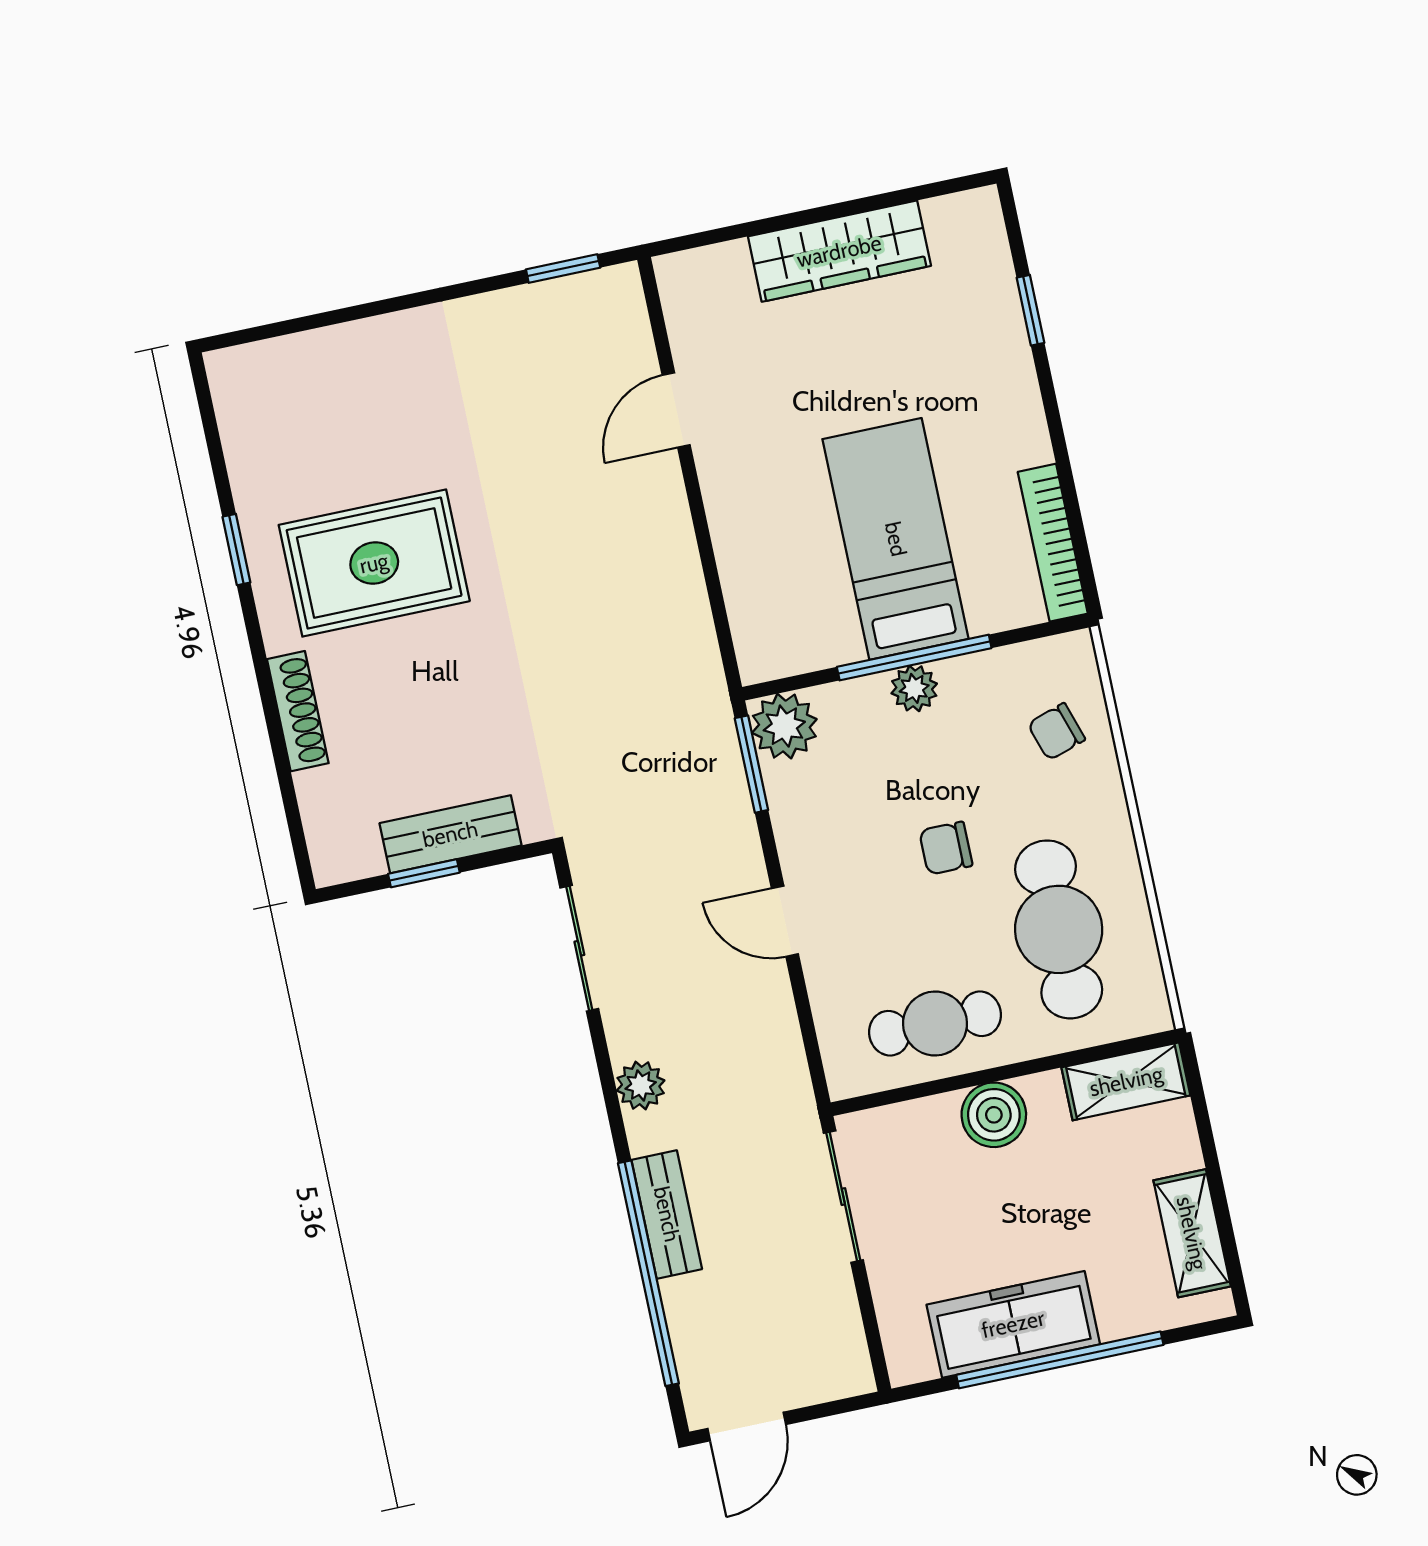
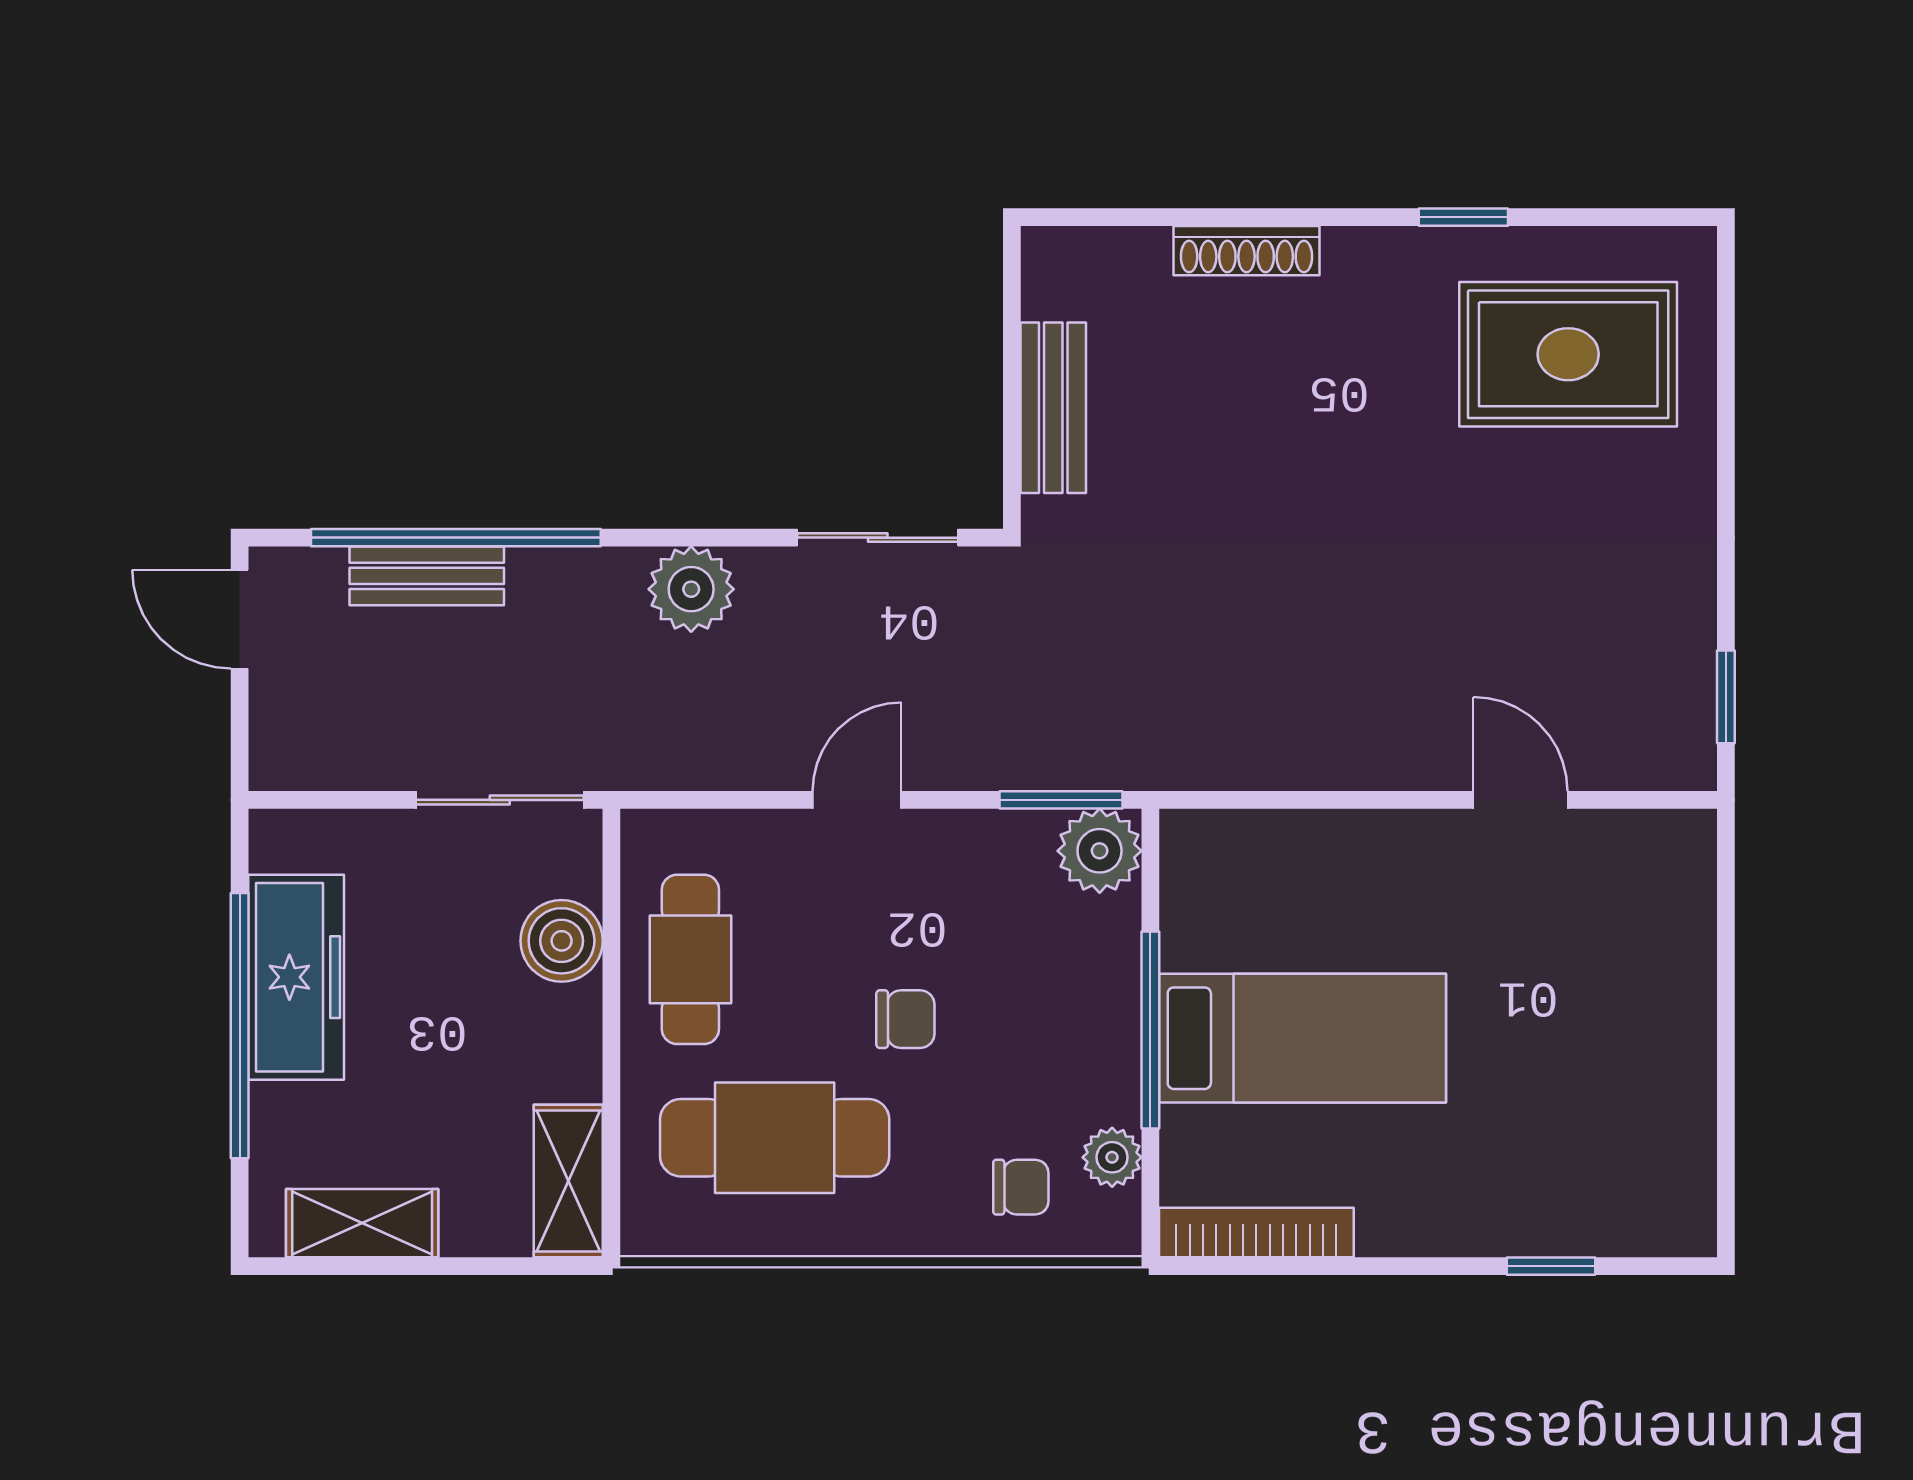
wardrobe: (839, 251) -> (1675, 1044), removed
rug: (374, 563) -> (1568, 354), moved, turned 90
plant: (914, 688) -> (1112, 1157), moved
chair: (1056, 732) -> (1021, 1187), turned 108
chair: (946, 848) -> (905, 1019), turned 90
window: (424, 873) -> (1012, 364), removed
plant: (641, 1086) -> (691, 589), width x1.38, depth x1.38
boiler: (994, 1115) -> (562, 941), moved
bench: (667, 1214) -> (427, 576), moved

